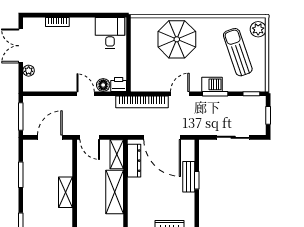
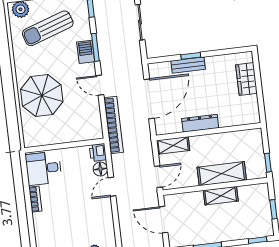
bookcase: (57, 22) -> (35, 199), moved
dresser: (134, 161) -> (200, 123), moved
shelving: (115, 192) -> (222, 174), moved

